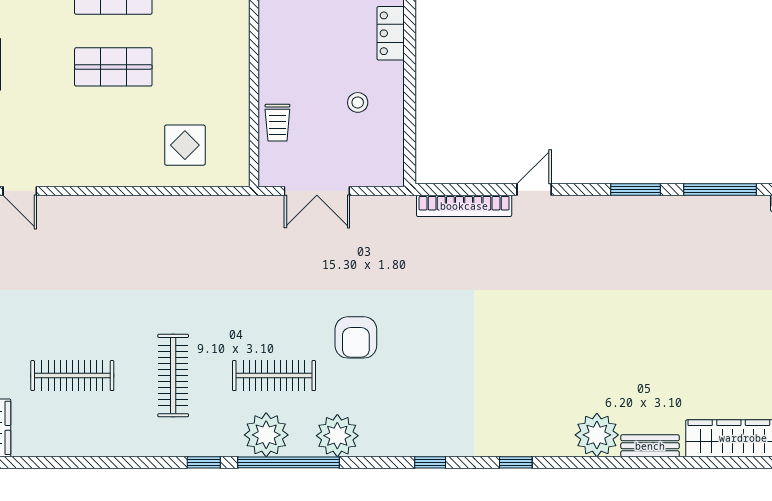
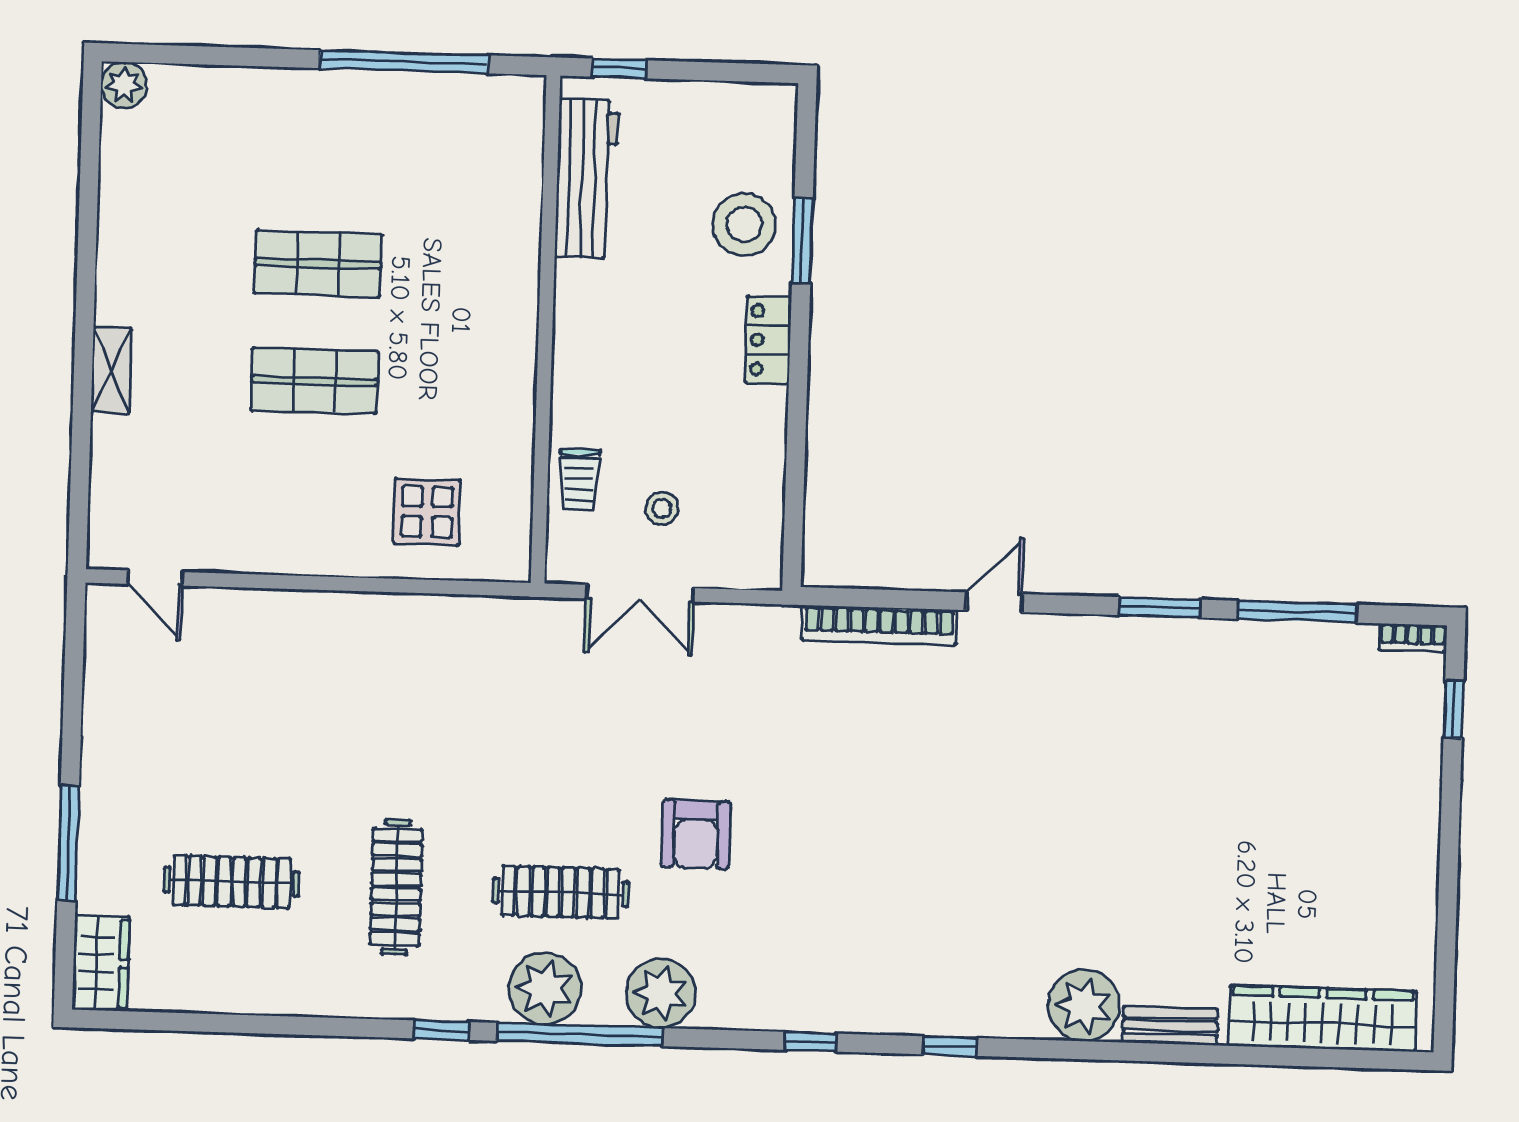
stool: (358, 102) -> (662, 508), moved

